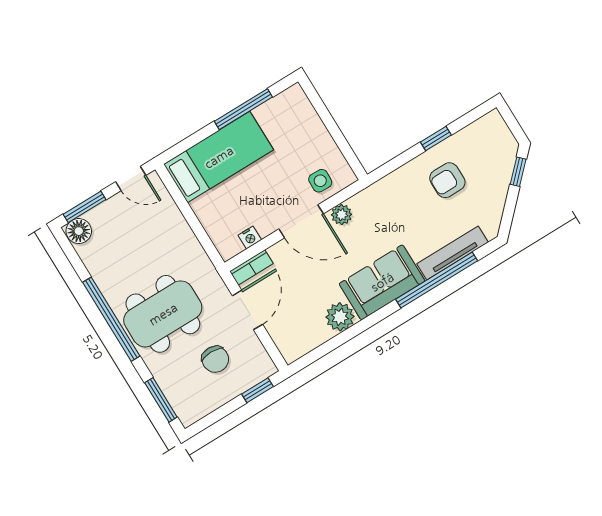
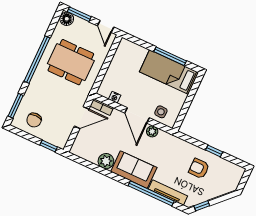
bed: (219, 157) -> (169, 72), moved, turned 180
window: (518, 172) -> (202, 206), moved
dining table: (163, 314) -> (71, 62), moved
chair: (215, 359) -> (34, 120), moved

